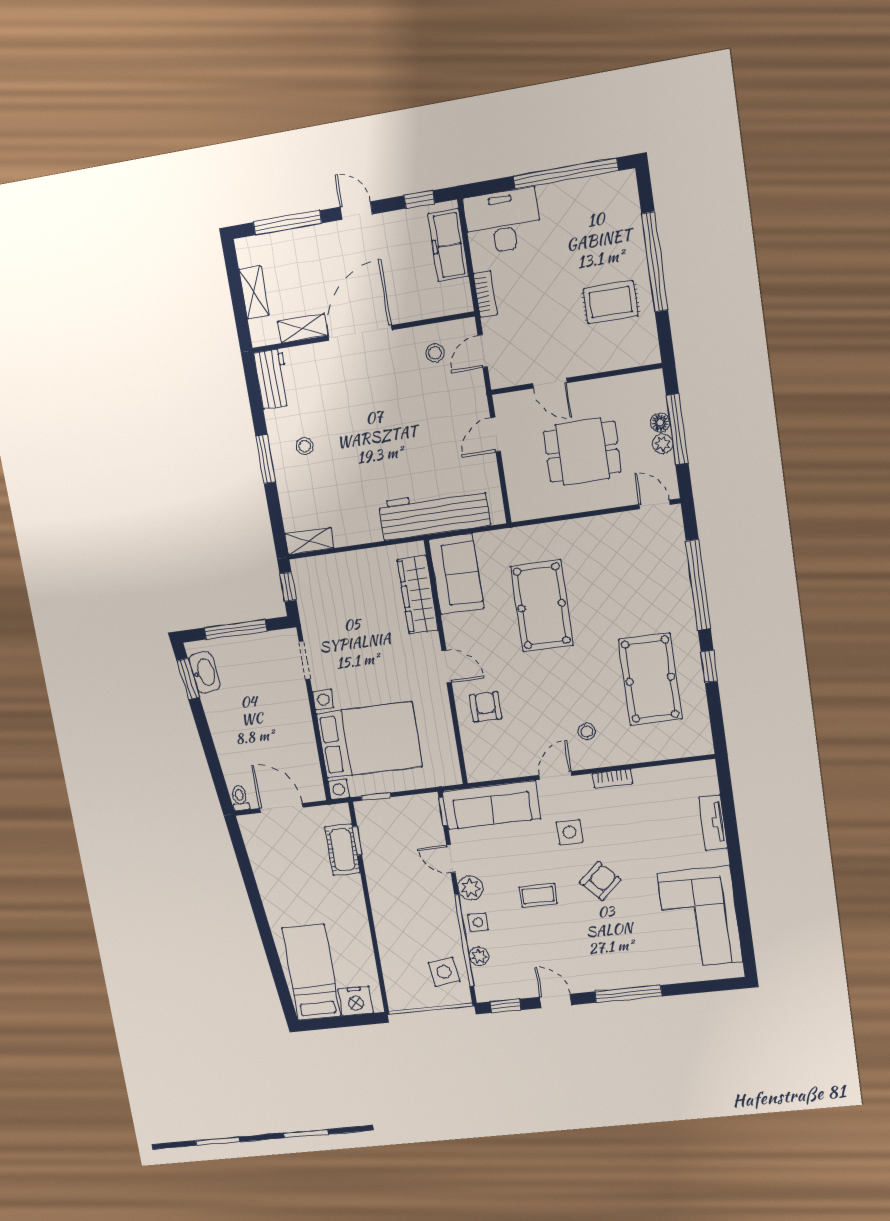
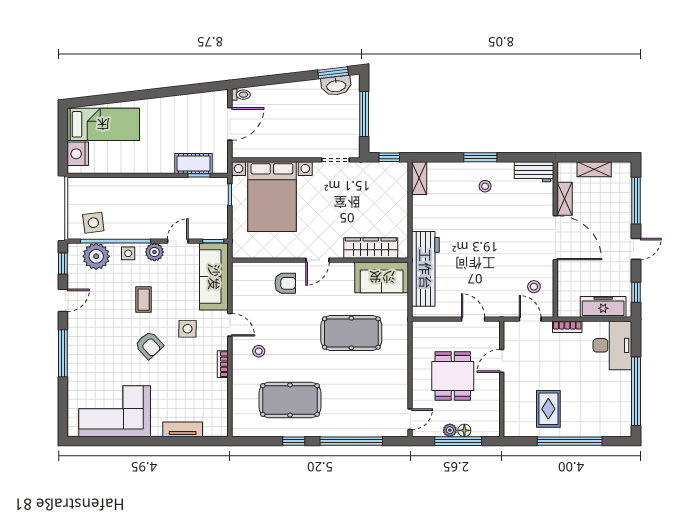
plant: (479, 956) -> (96, 256), width x1.88, depth x1.88

